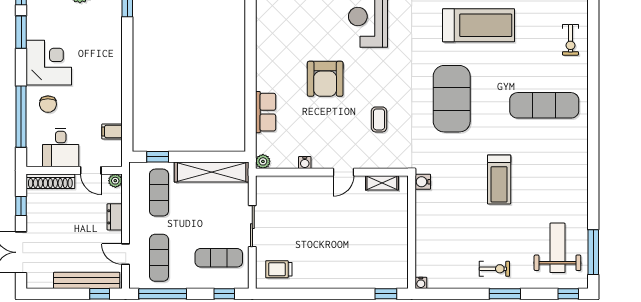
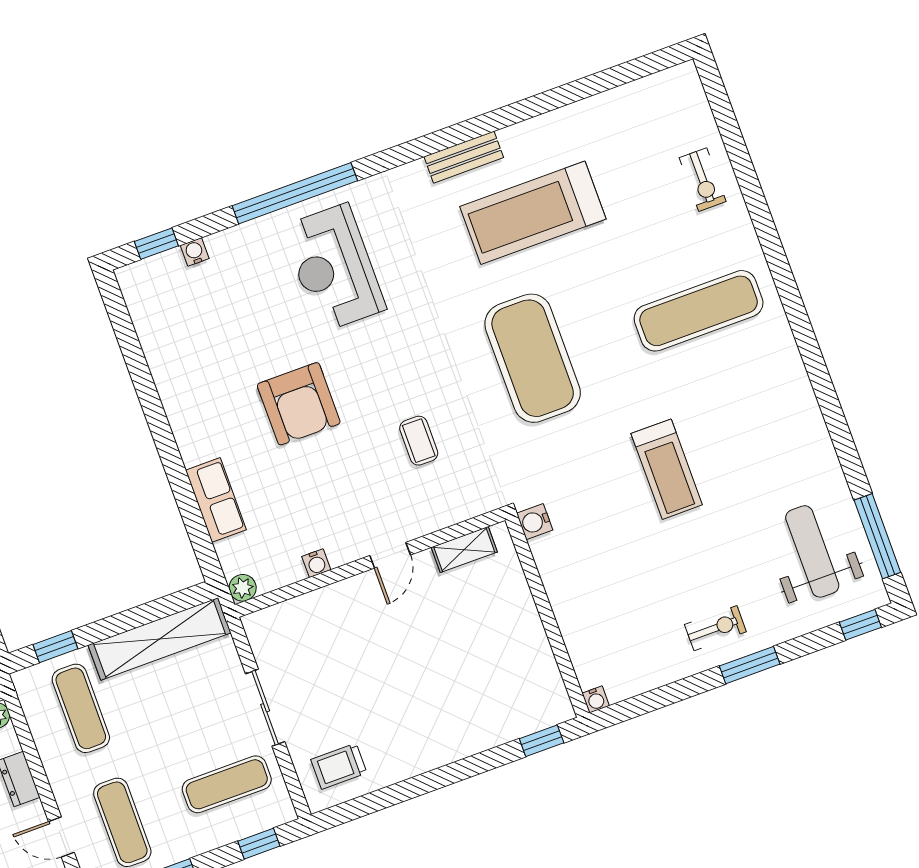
treadmill: (479, 25) -> (533, 213), turned 180

